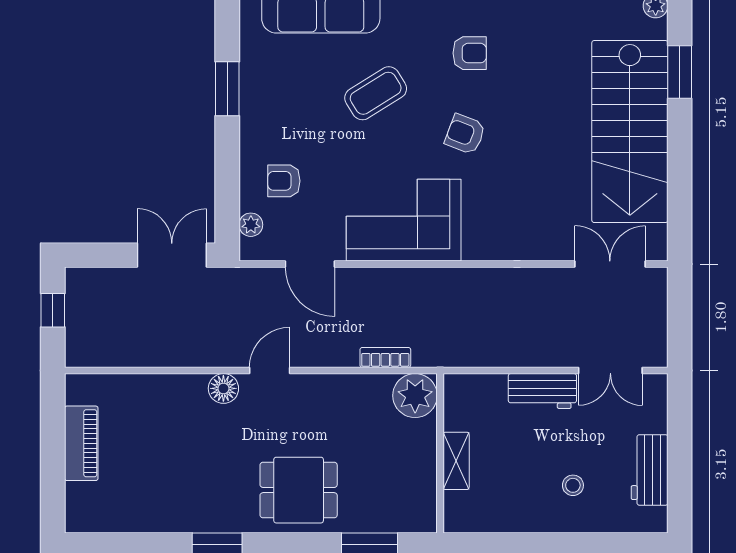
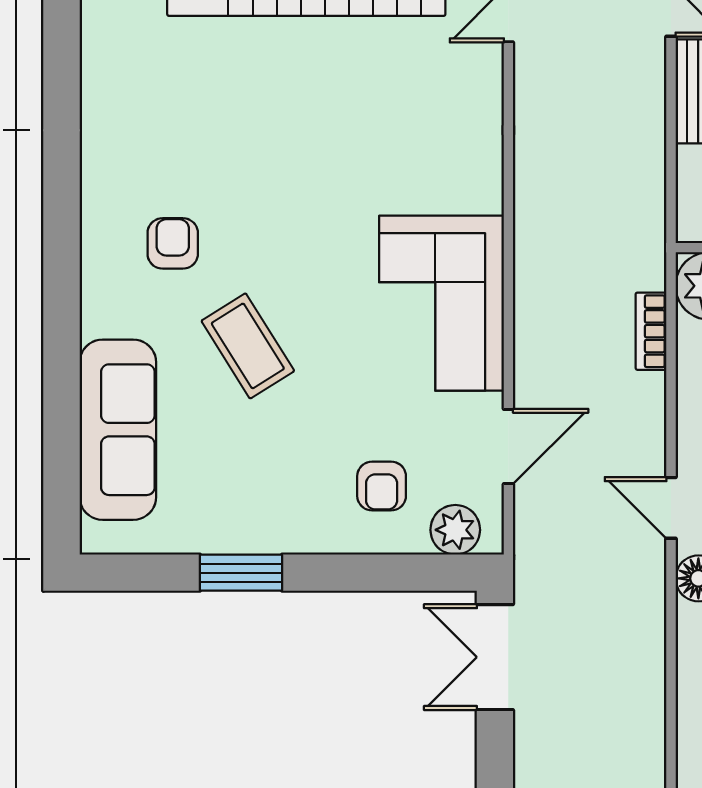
armchair: (470, 53) -> (173, 243), moved
armchair: (465, 134) -> (310, 209), removed
plant: (251, 225) -> (455, 530), width x1.38, depth x1.38

